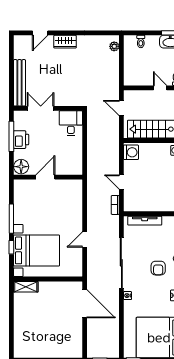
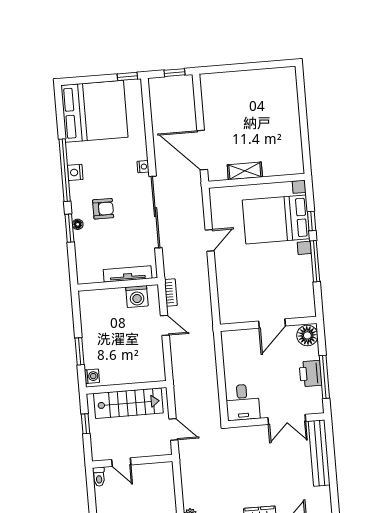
washing machine: (131, 152) -> (137, 296), moved, turned -90
armchair: (158, 268) -> (103, 209), turned 90
shelving: (26, 287) -> (245, 171), moved

